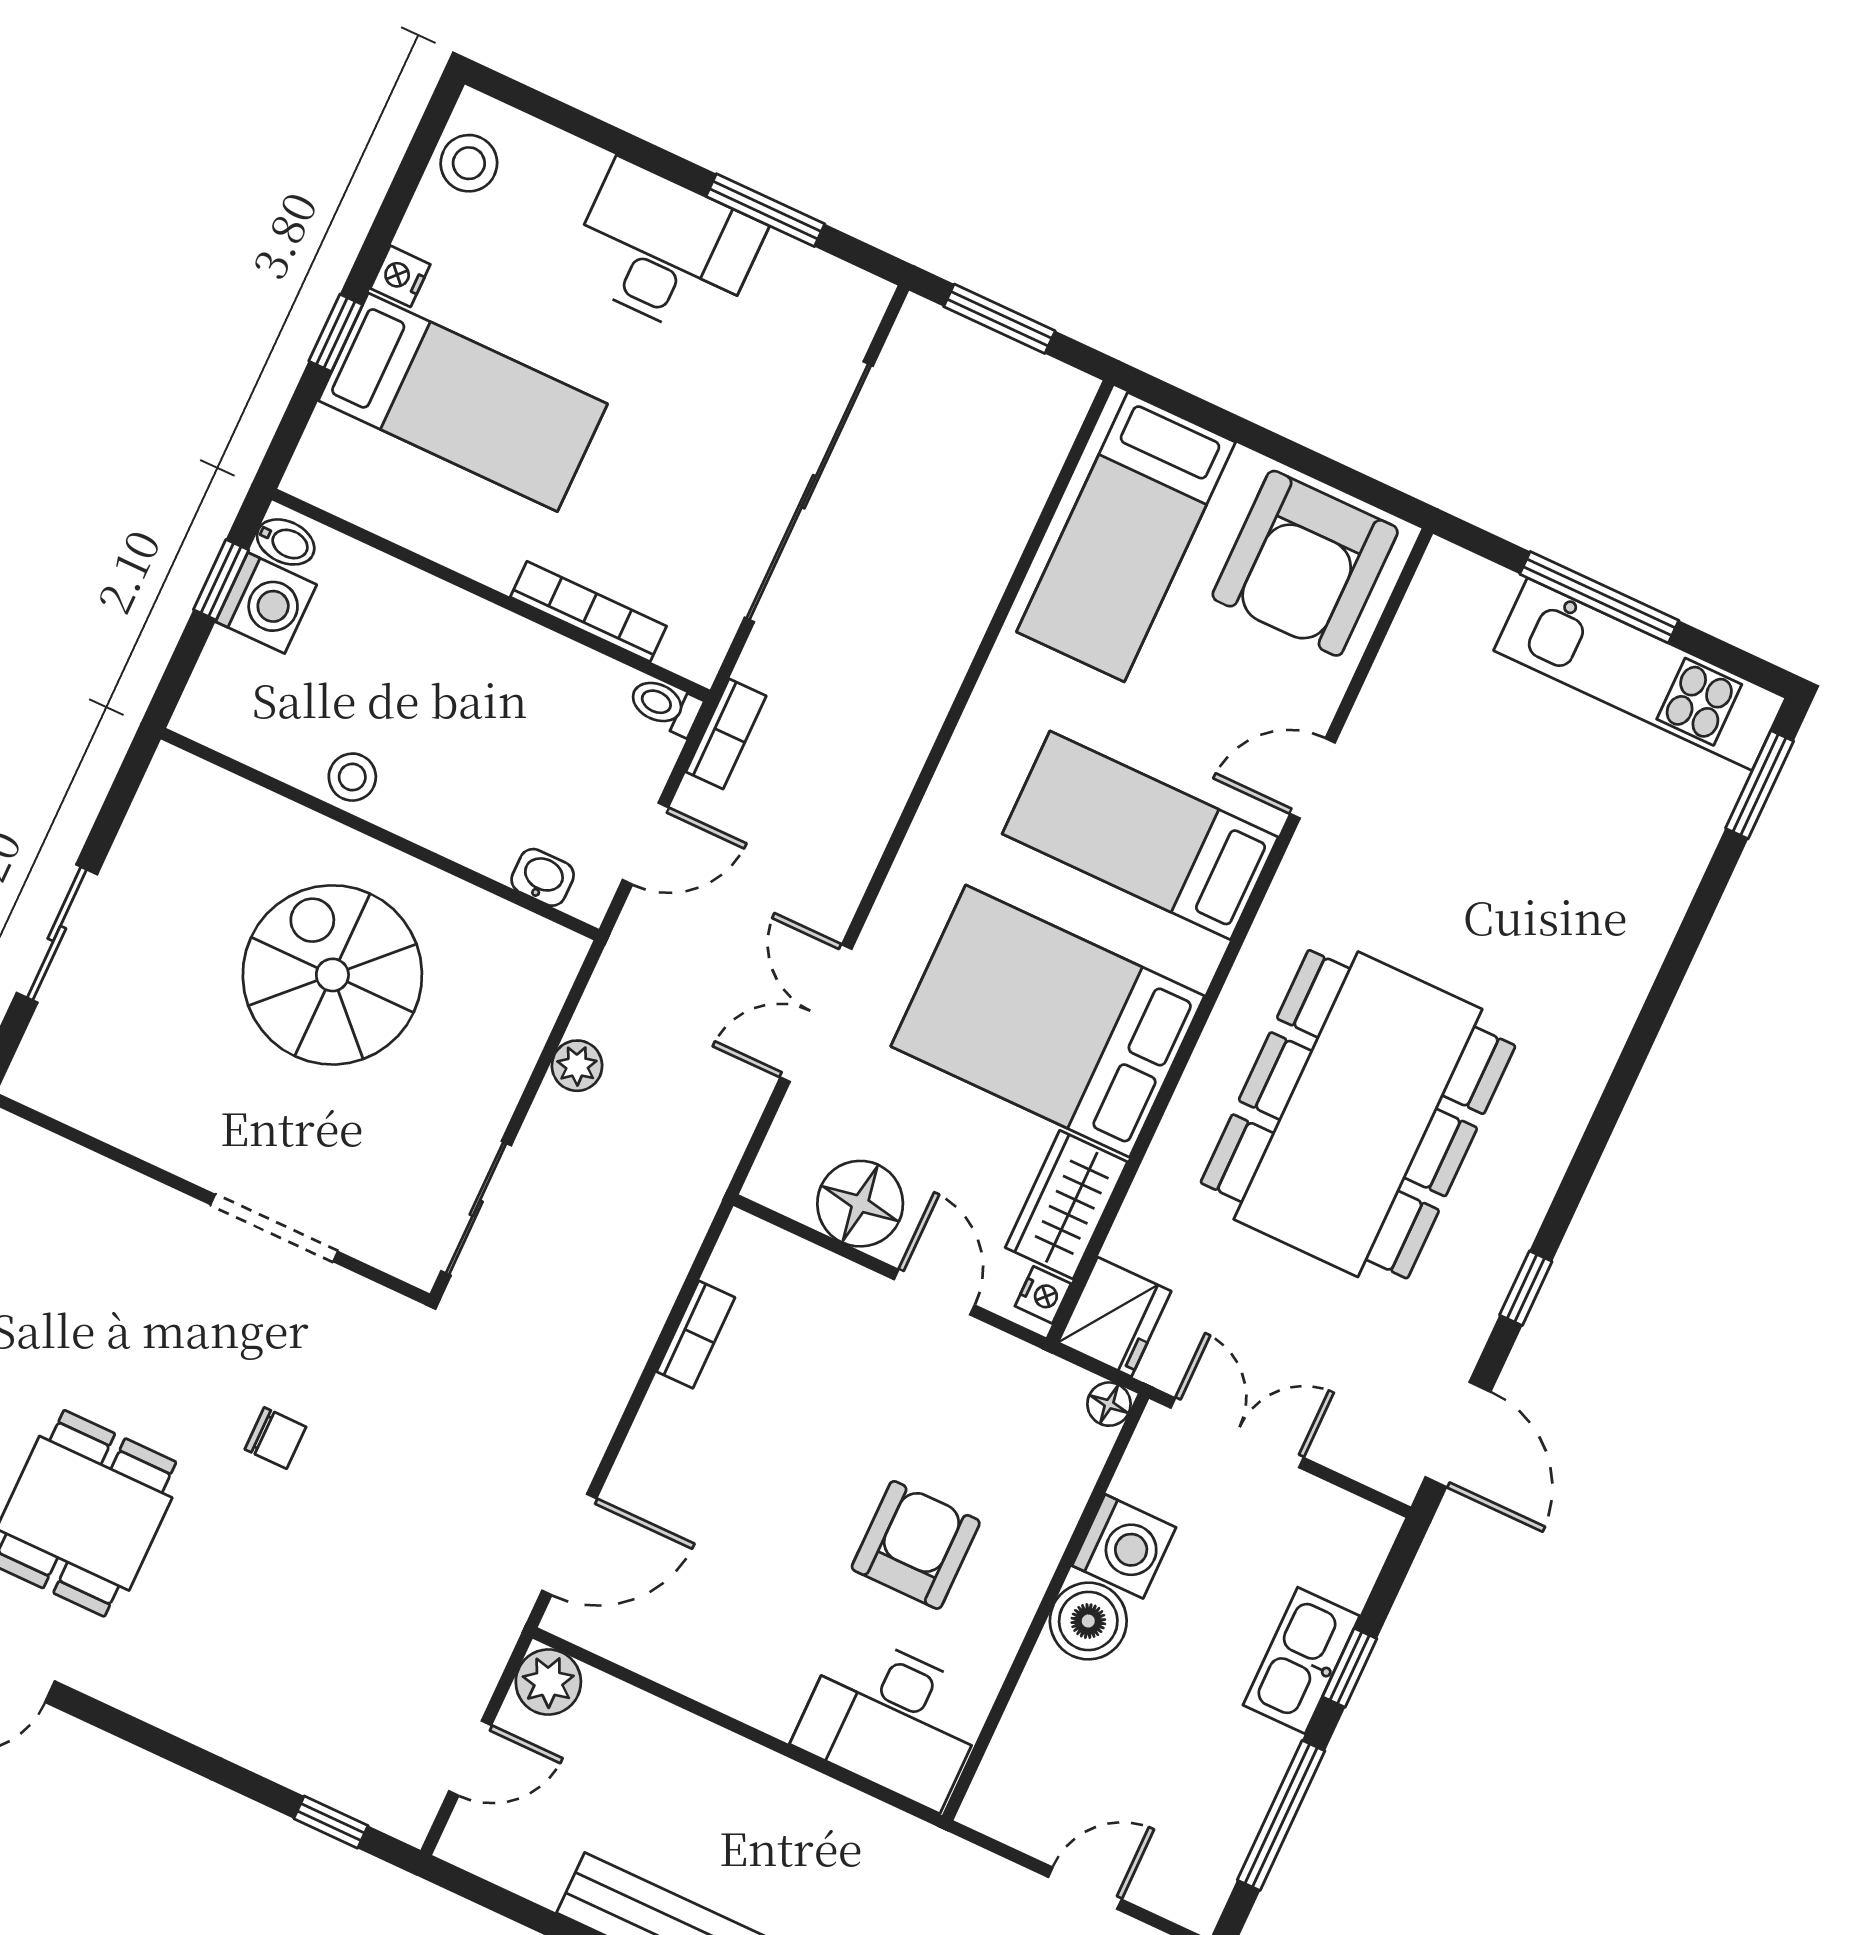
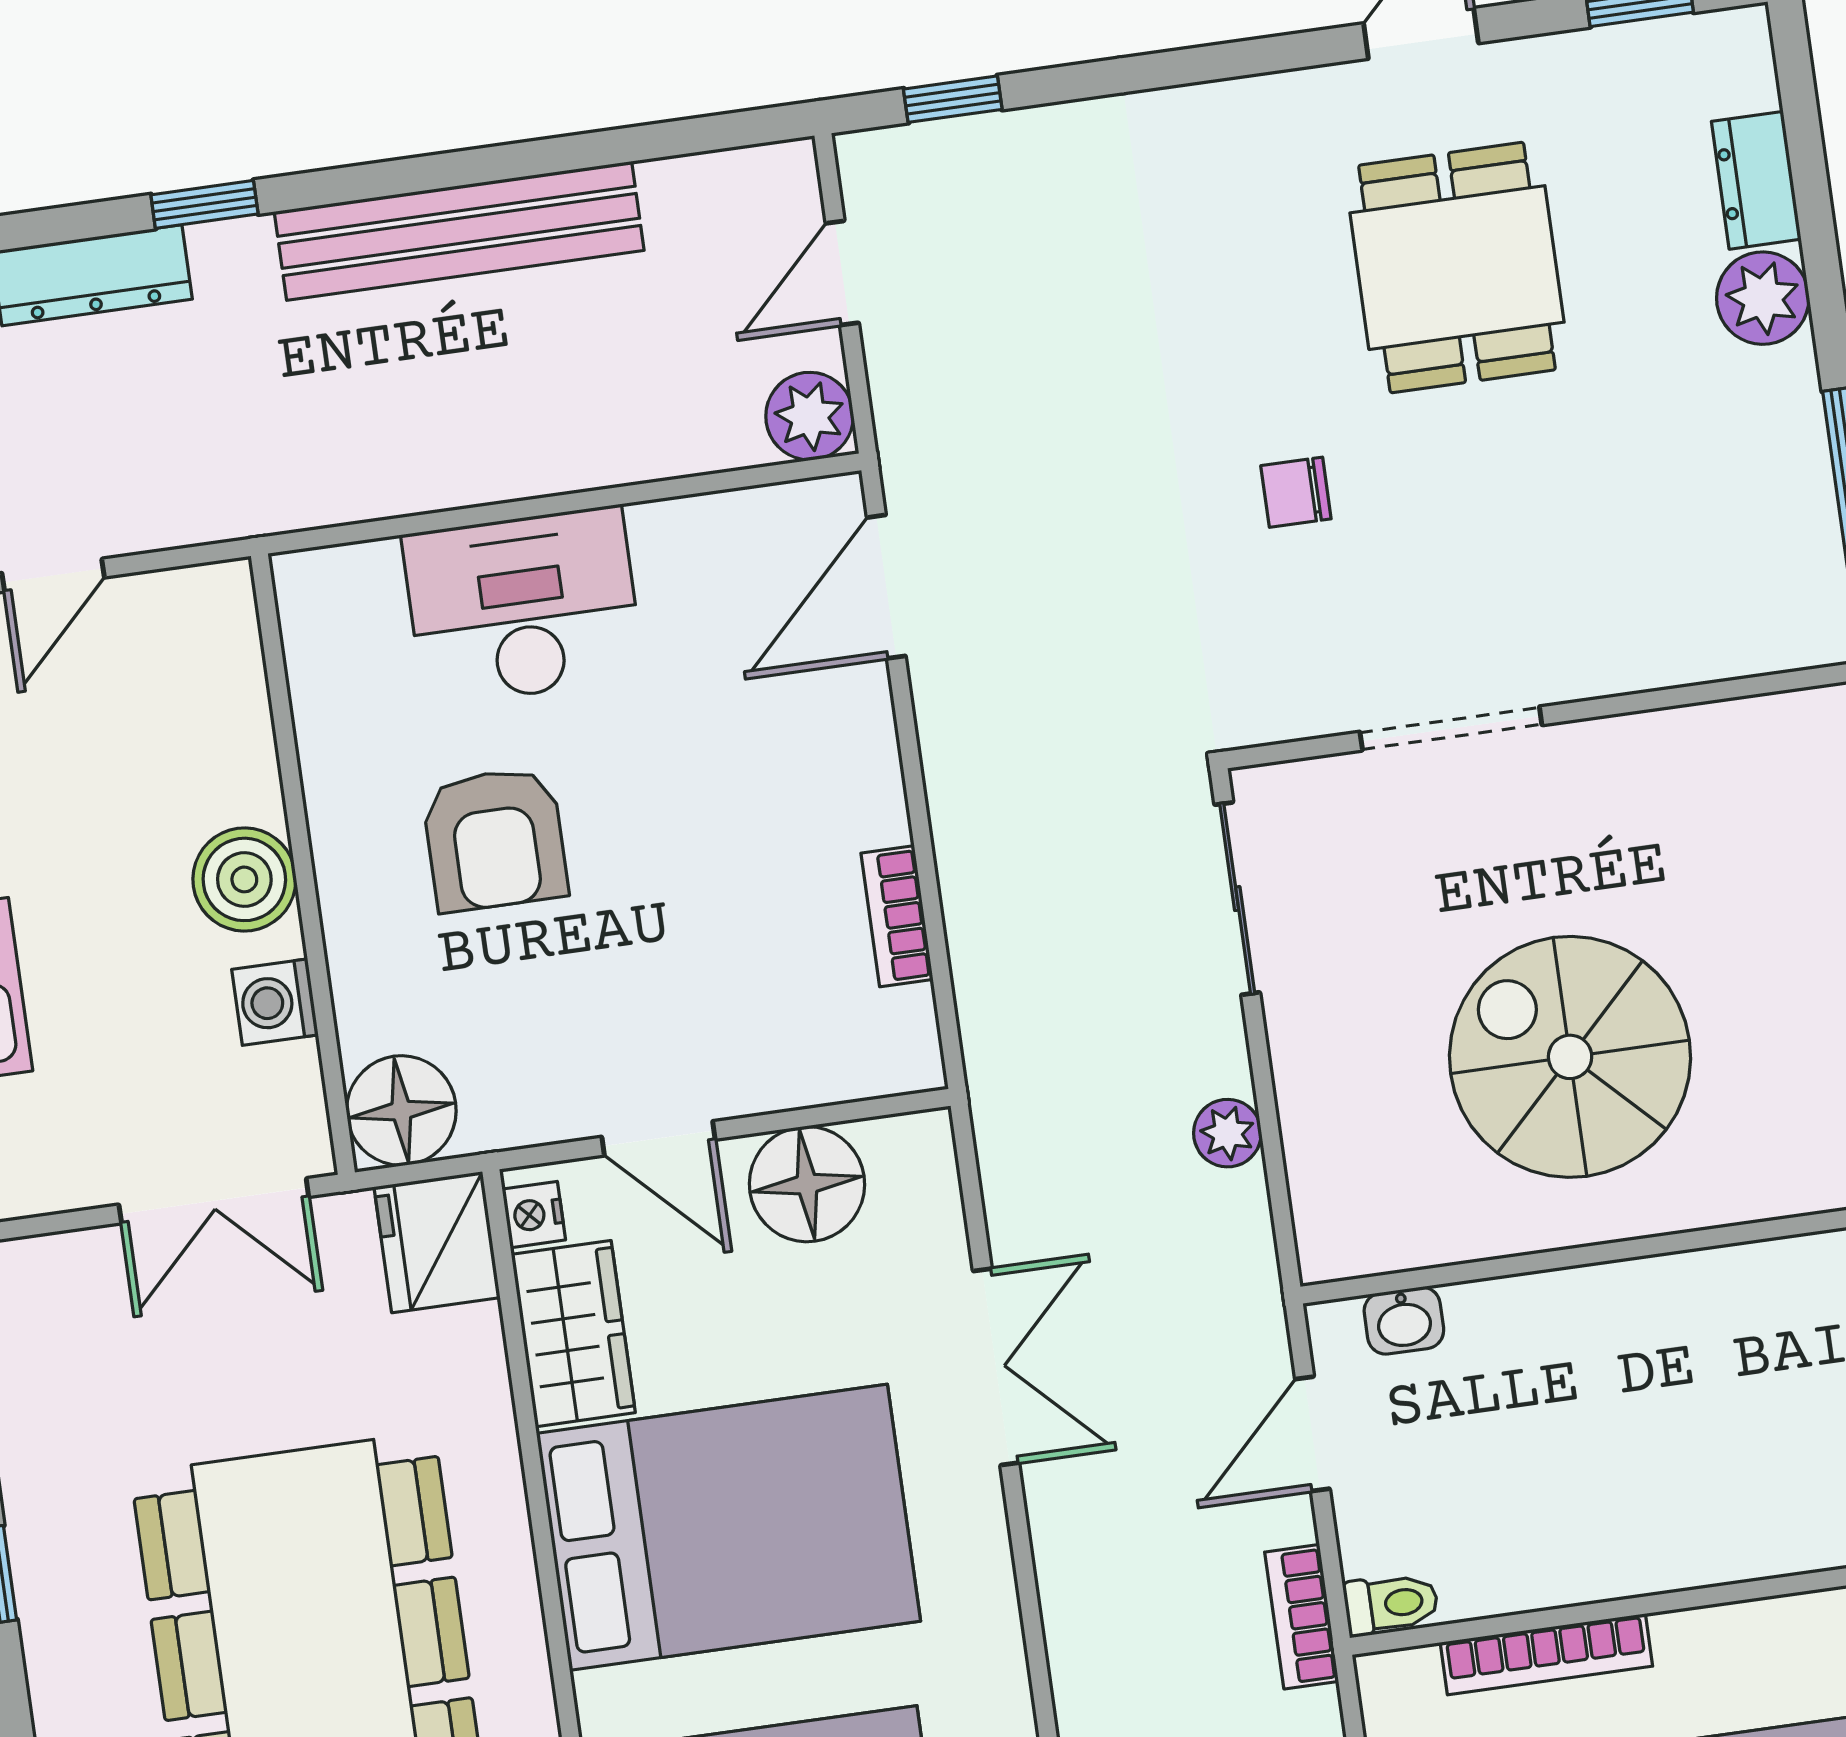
stool: (352, 777) -> (1692, 1295), removed
spiral stairs: (332, 975) -> (1570, 1057), turned 180
floor lamp: (1109, 1404) -> (401, 1111), width x1.89, depth x1.89
washing machine: (1124, 1546) -> (275, 1002), width x0.73, depth x0.73
desk: (892, 1720) -> (523, 606), moved

